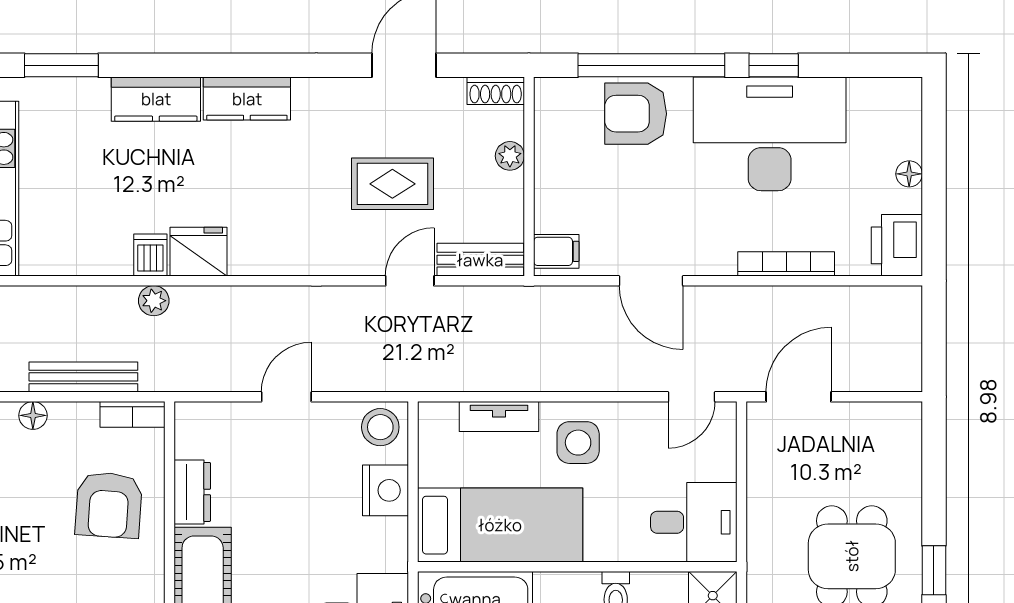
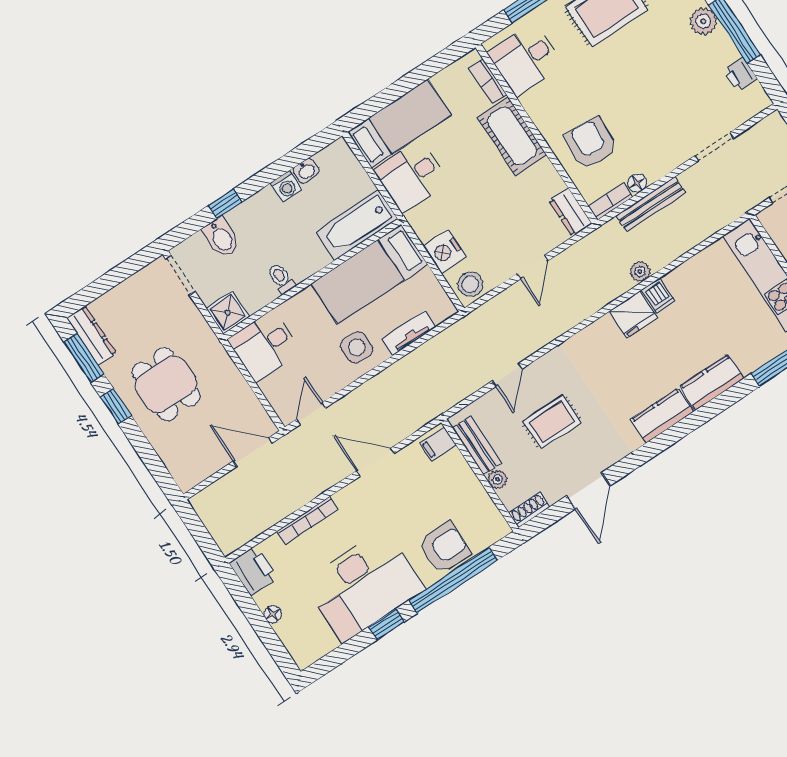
bench: (480, 260) -> (477, 445), moved, turned 90
door: (799, 397) -> (253, 452), swing flipped
floor lamp: (33, 415) -> (637, 183), moved
dresser: (192, 492) -> (570, 212), moved

